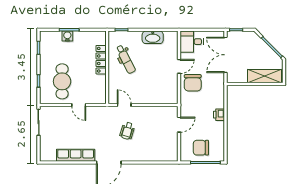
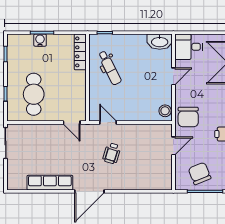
washbasin: (153, 37) -> (160, 42), moved
locker: (101, 60) -> (80, 52), moved
chair: (193, 83) -> (188, 117), moved
stool: (172, 95) -> (165, 111), added
door: (79, 105) -> (72, 123), moved
chair: (201, 148) -> (200, 173), turned 68

